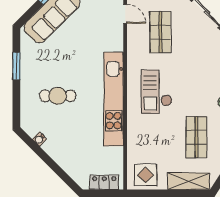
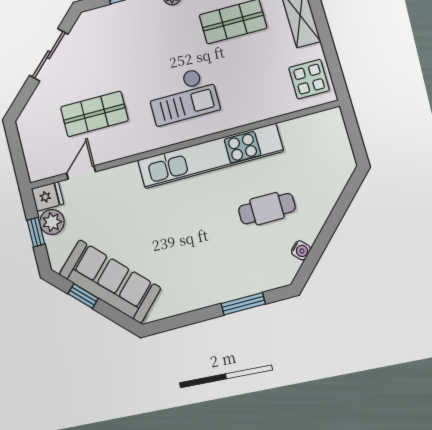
window: (16, 66) -> (243, 304), moved
cafe table: (58, 96) -> (267, 209), moved, turned 90
locker: (104, 182) -> (337, 136), removed

